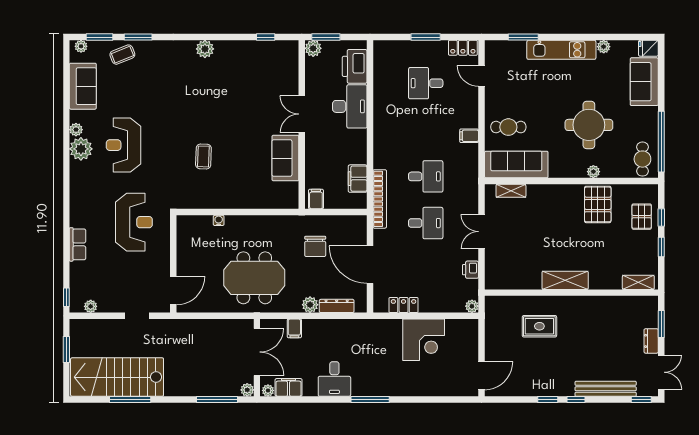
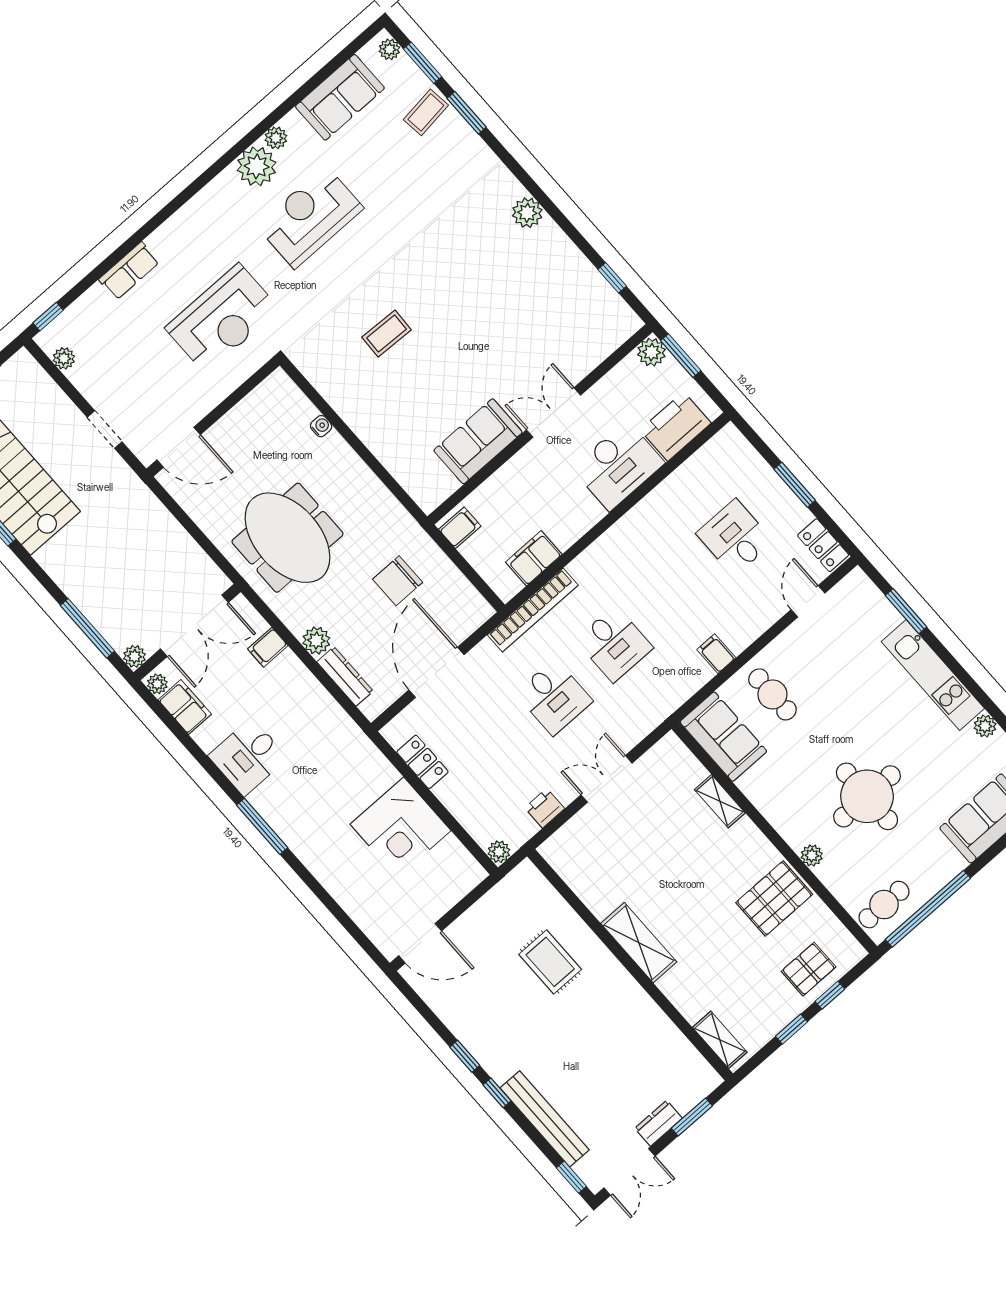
coffee table: (122, 55) -> (426, 112), turned -75
sofa: (516, 165) -> (723, 737), width x0.73
shelving: (511, 191) -> (720, 801), moved

